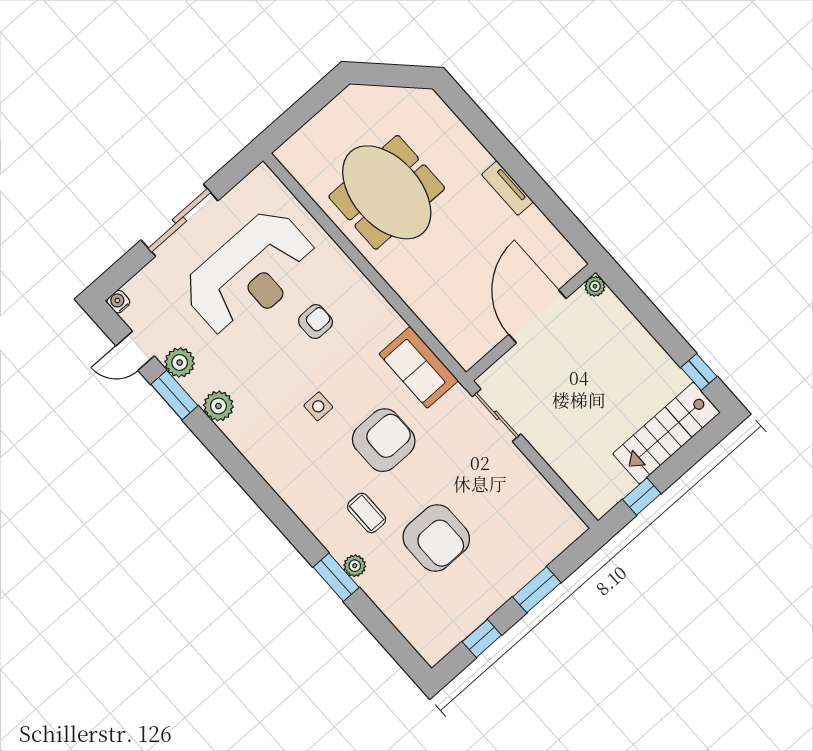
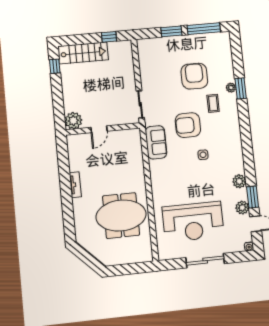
meeting table: (387, 192) -> (121, 216), turned 90
reception desk: (250, 274) -> (193, 222), turned 180
plant: (595, 286) -> (73, 121), width x1.87, depth x1.87
door: (537, 317) -> (99, 129), width x0.53
armchair: (315, 322) -> (182, 187), removed
window: (482, 638) -> (204, 29), width x2.17

